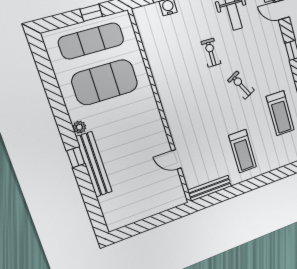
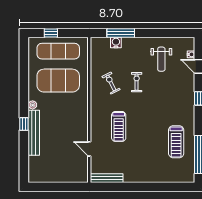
window: (91, 13) -> (51, 33), moved
exercise bike: (241, 85) -> (111, 83), moved
treadmill: (243, 151) -> (119, 126), moved

